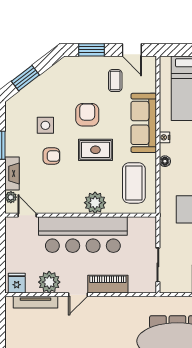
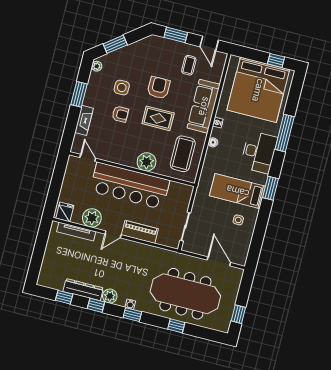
plant: (11, 197) -> (97, 66), moved

